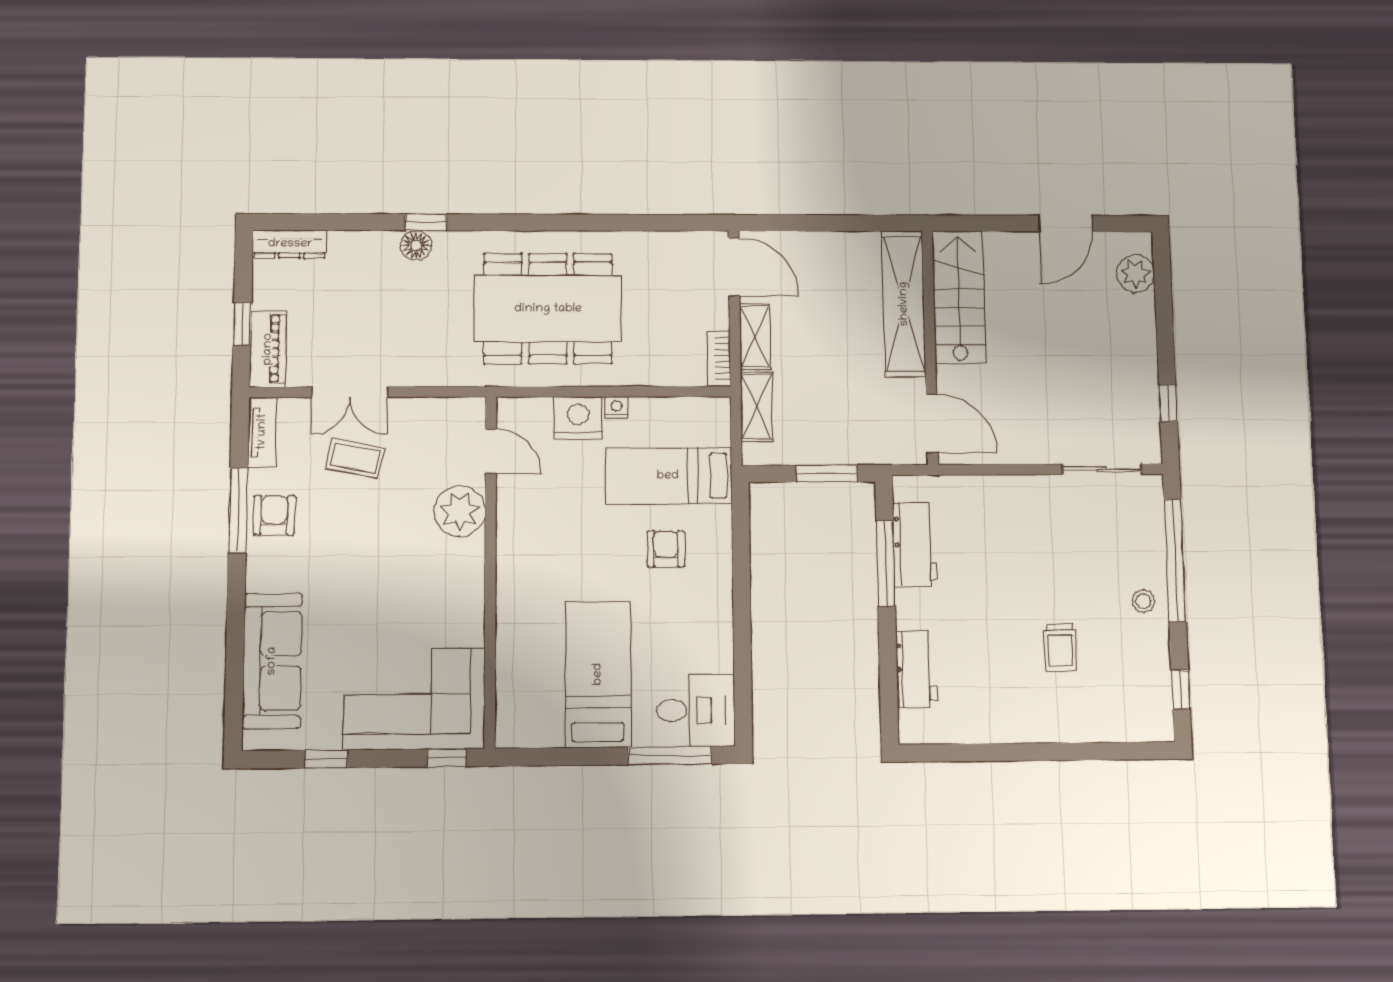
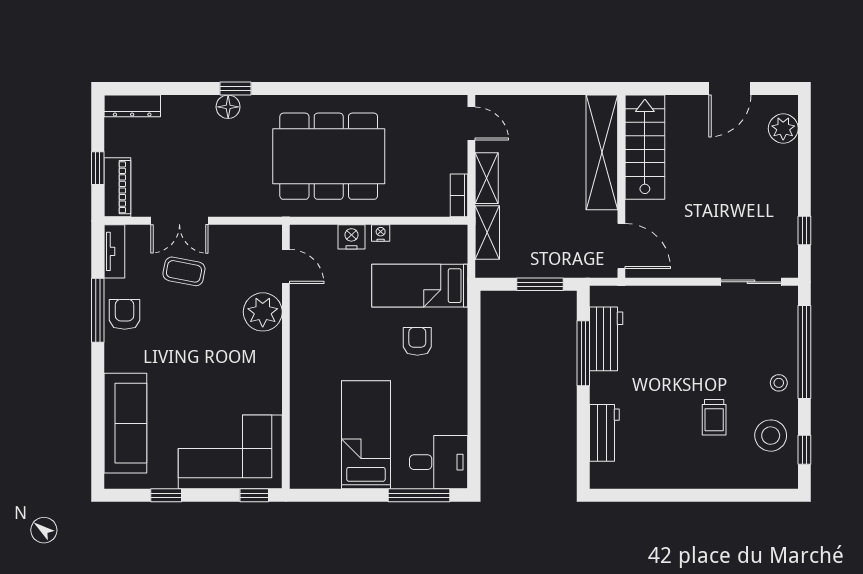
door: (734, 267) -> (471, 124), width x0.73
nightstand: (578, 418) -> (351, 237), width x0.74, depth x0.75
stool: (1136, 671) -> (771, 436), added

